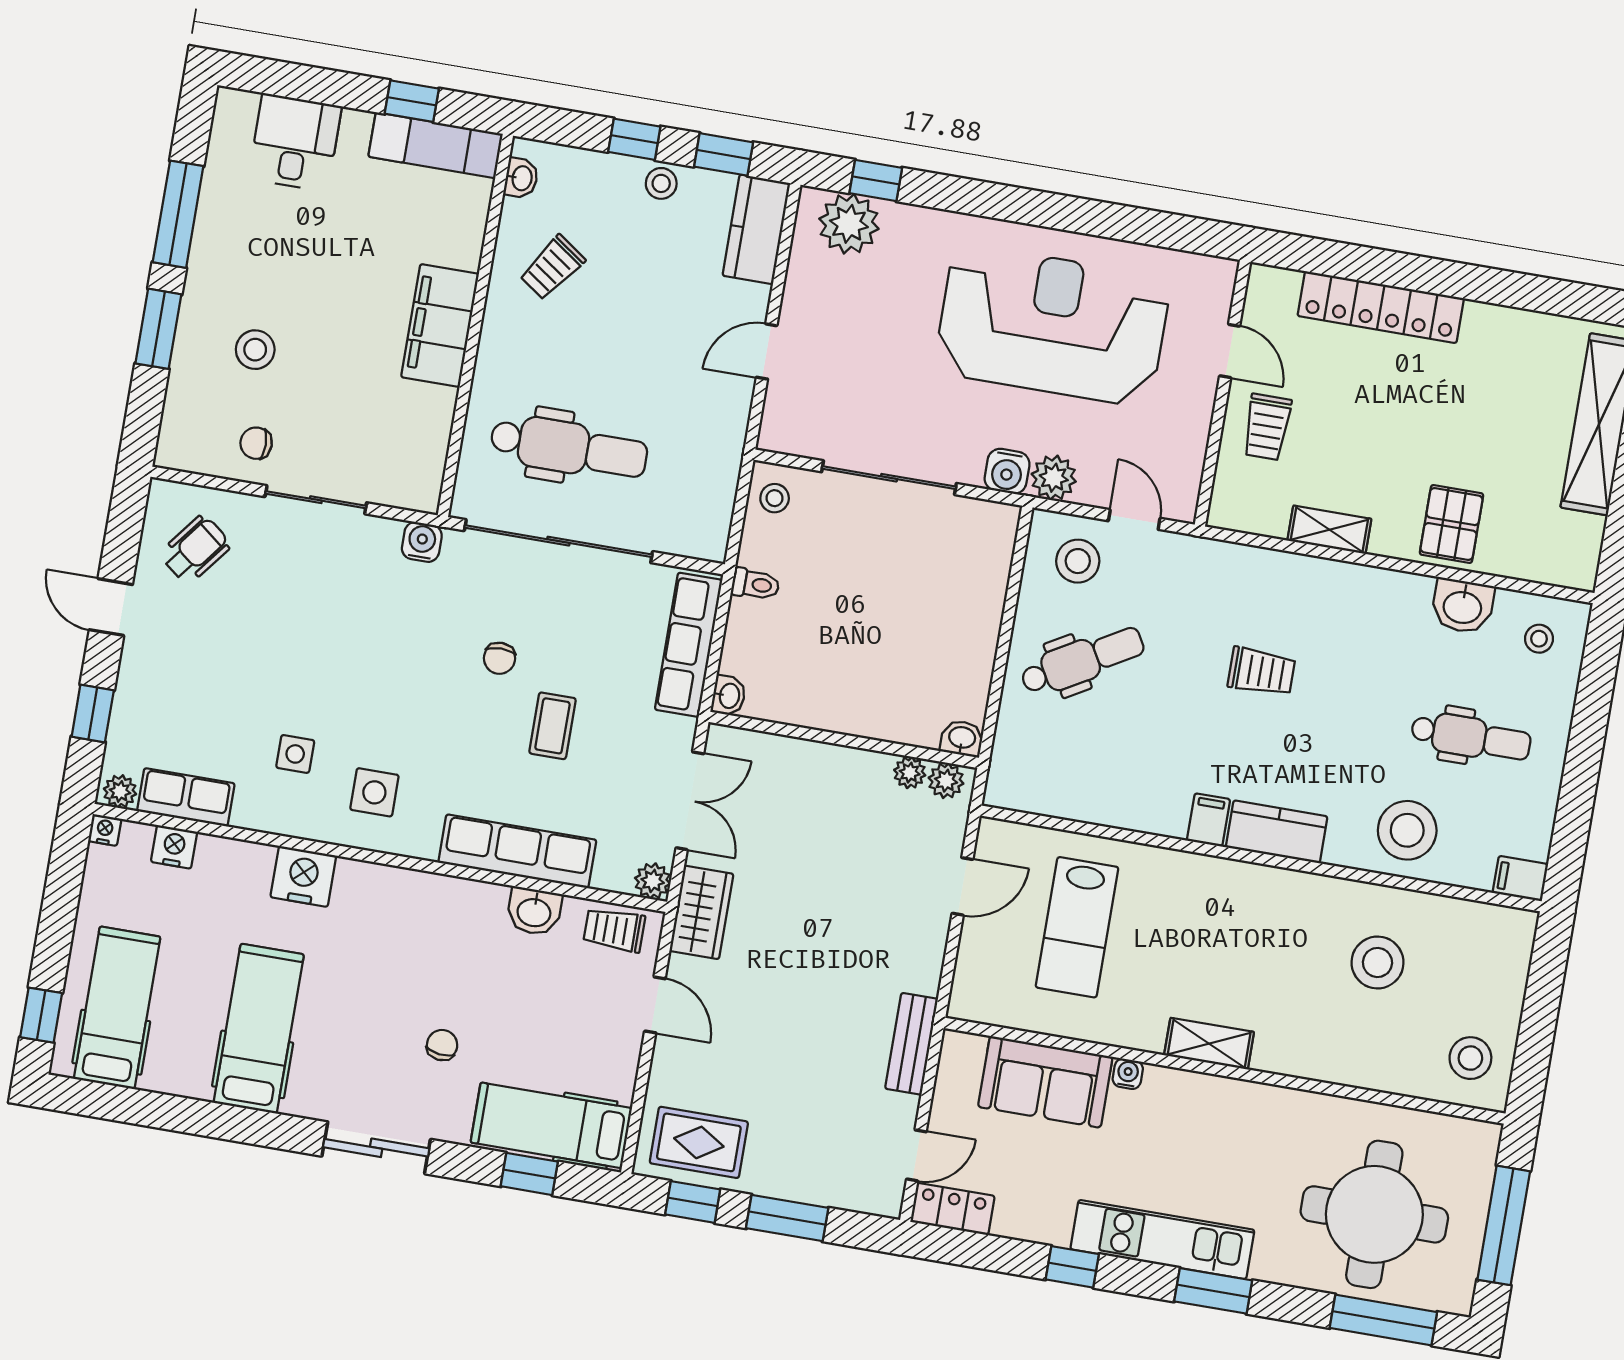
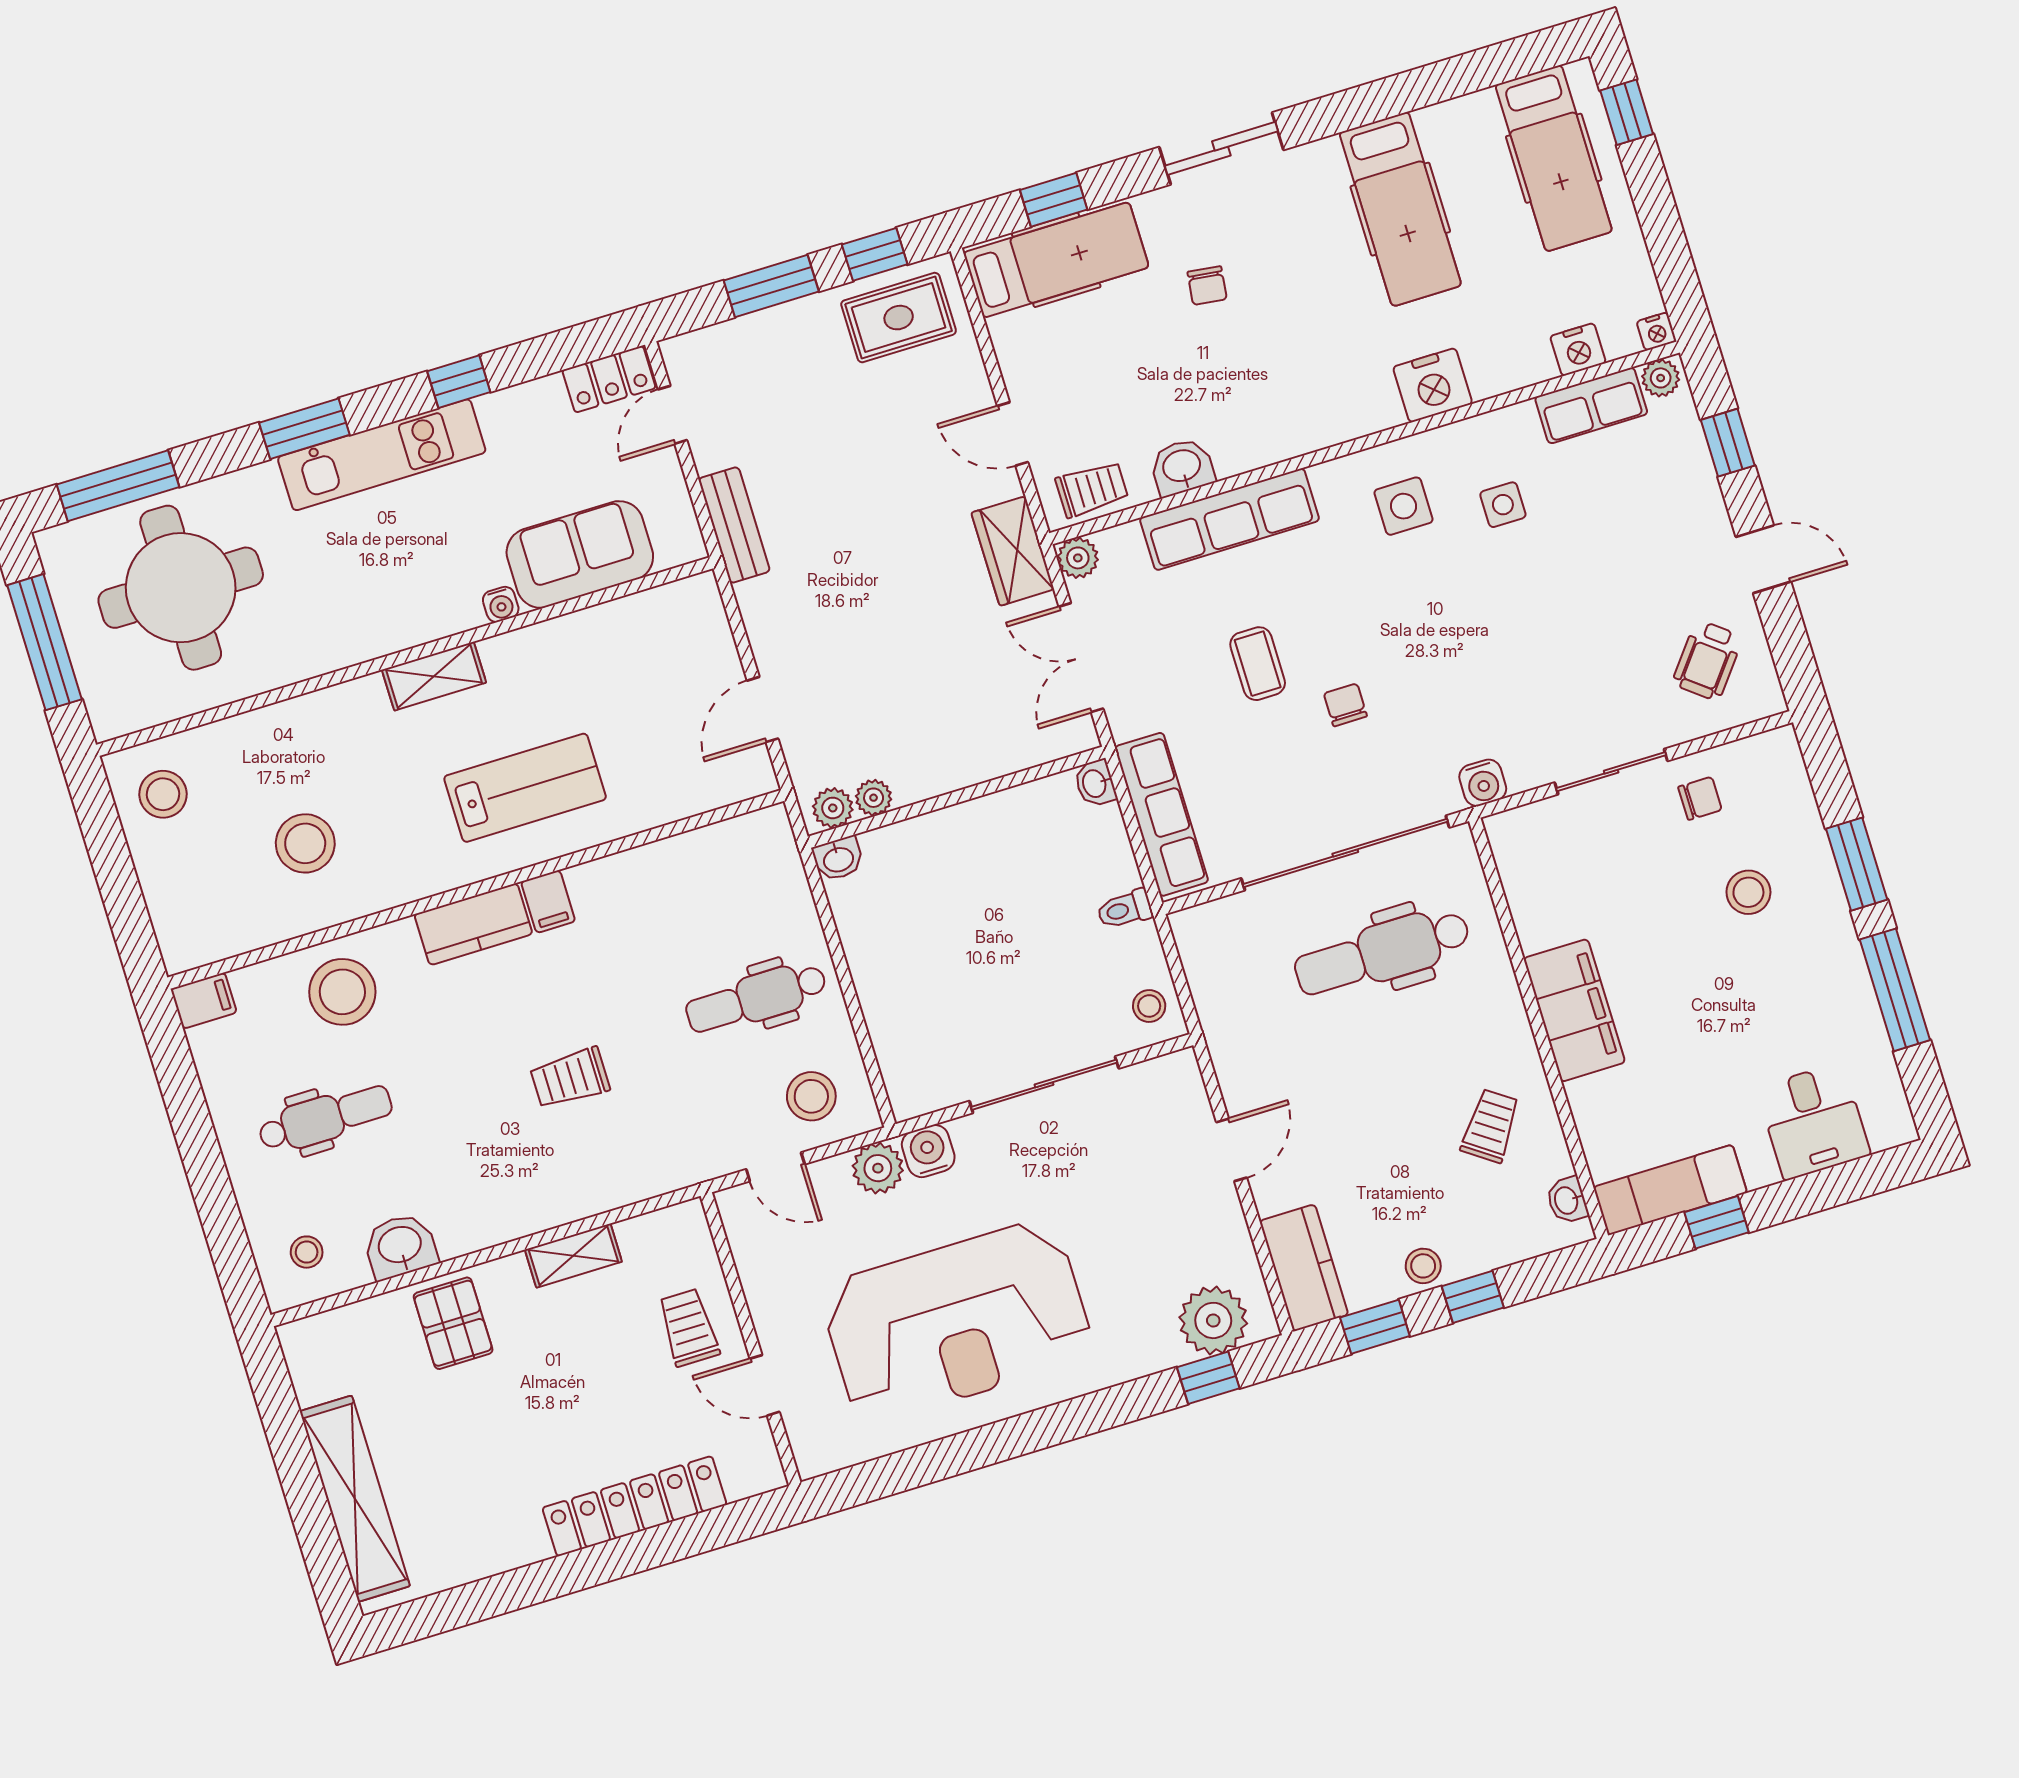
dental chair: (1082, 661) -> (756, 998), turned 30
dental chair: (1471, 737) -> (325, 1118), turned 180
lab bench: (1077, 927) -> (525, 788), moved, turned 90

